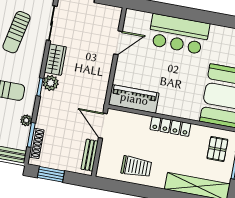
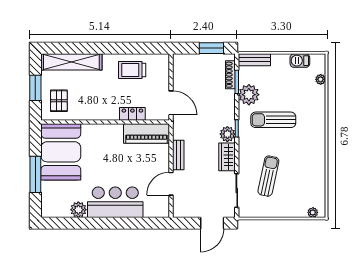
plant: (218, 33) -> (78, 210), added
plant: (26, 120) -> (249, 95), width x1.88, depth x1.88
locker: (170, 126) -> (132, 114), moved, width x0.66
bench: (90, 155) -> (178, 155), moved

